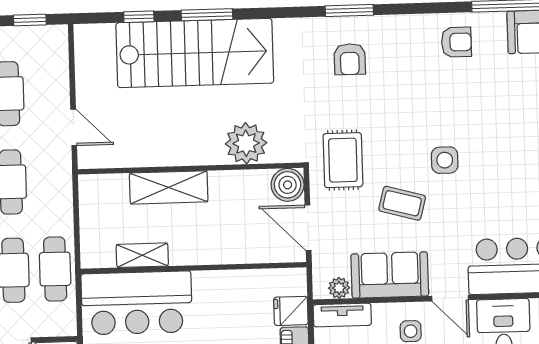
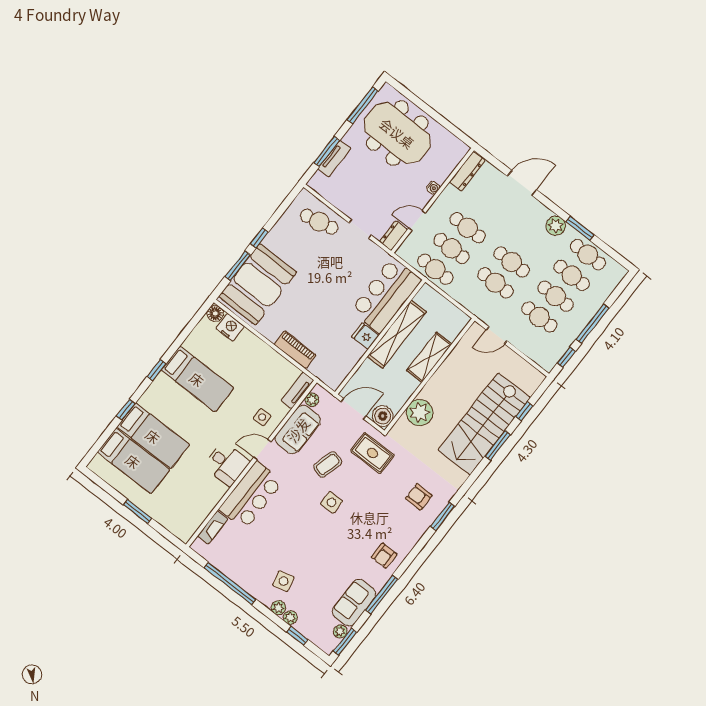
shelving: (142, 255) -> (397, 334), width x2.20, depth x1.33
fridge: (291, 311) -> (365, 336), moved, turned -90

